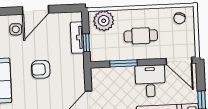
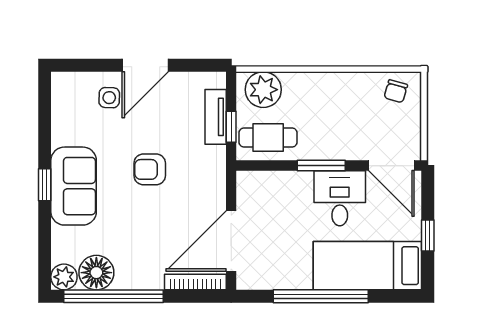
cafe table: (141, 36) -> (268, 138), moved
window: (123, 63) -> (321, 166), moved

